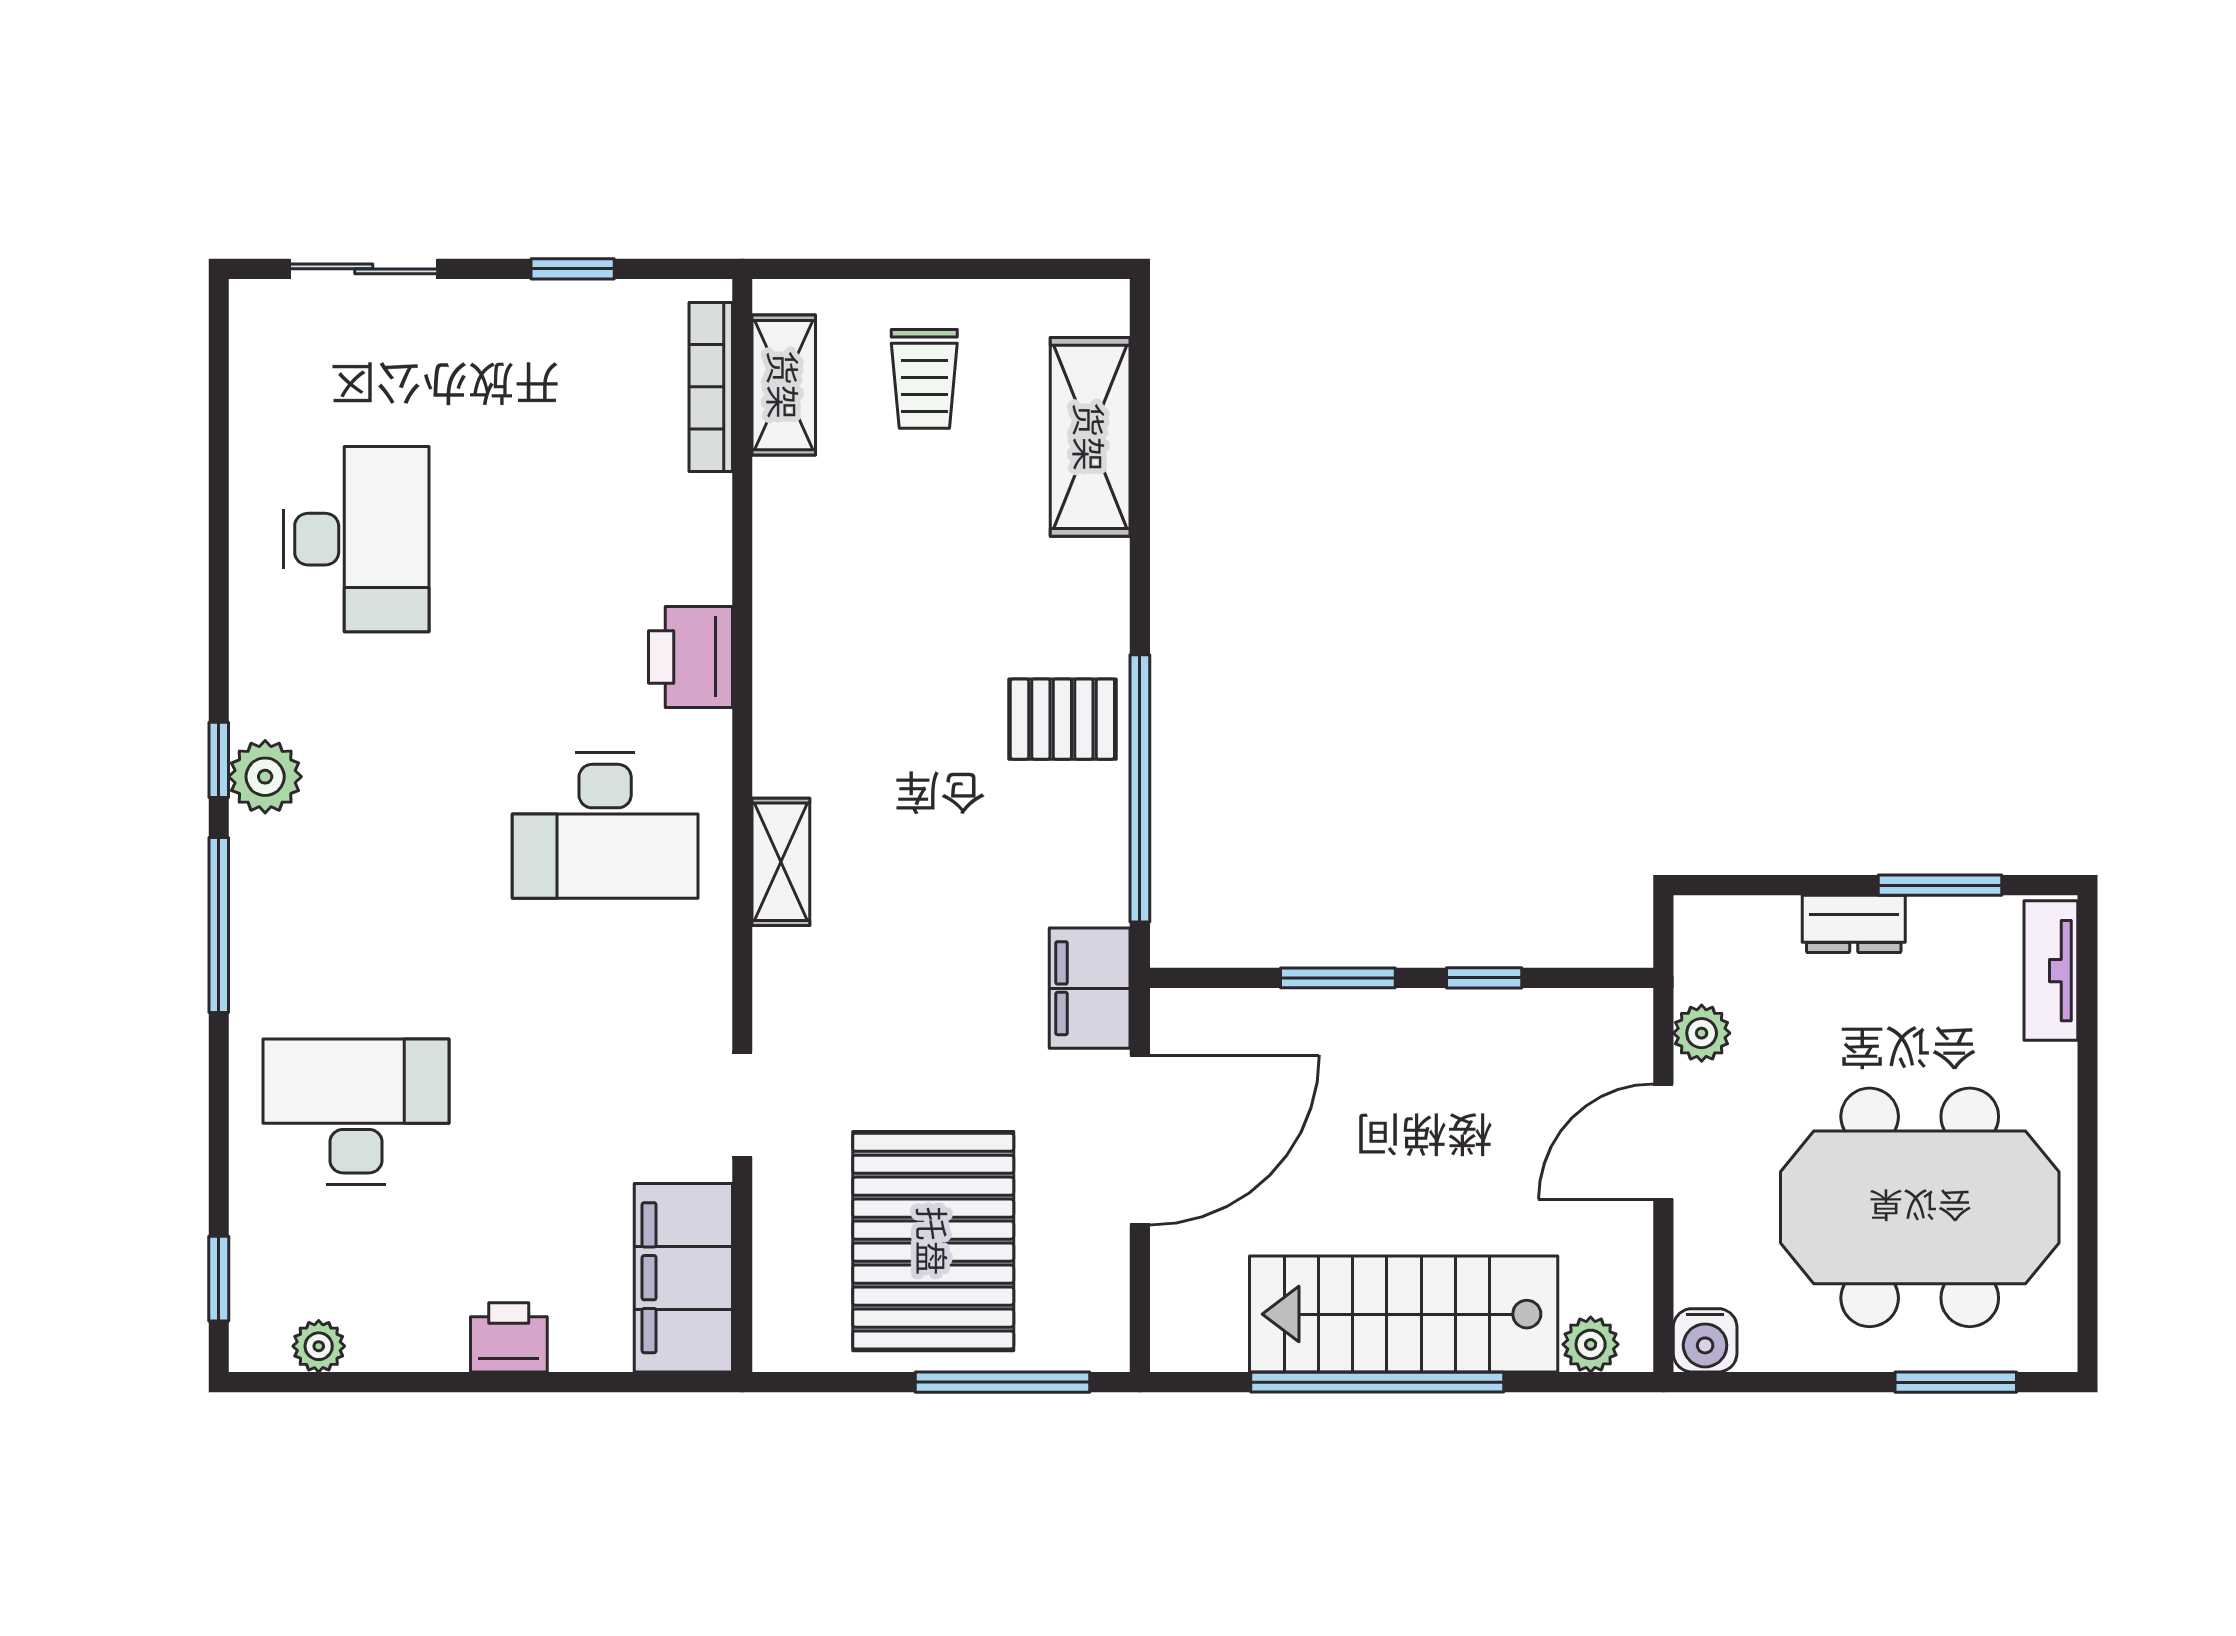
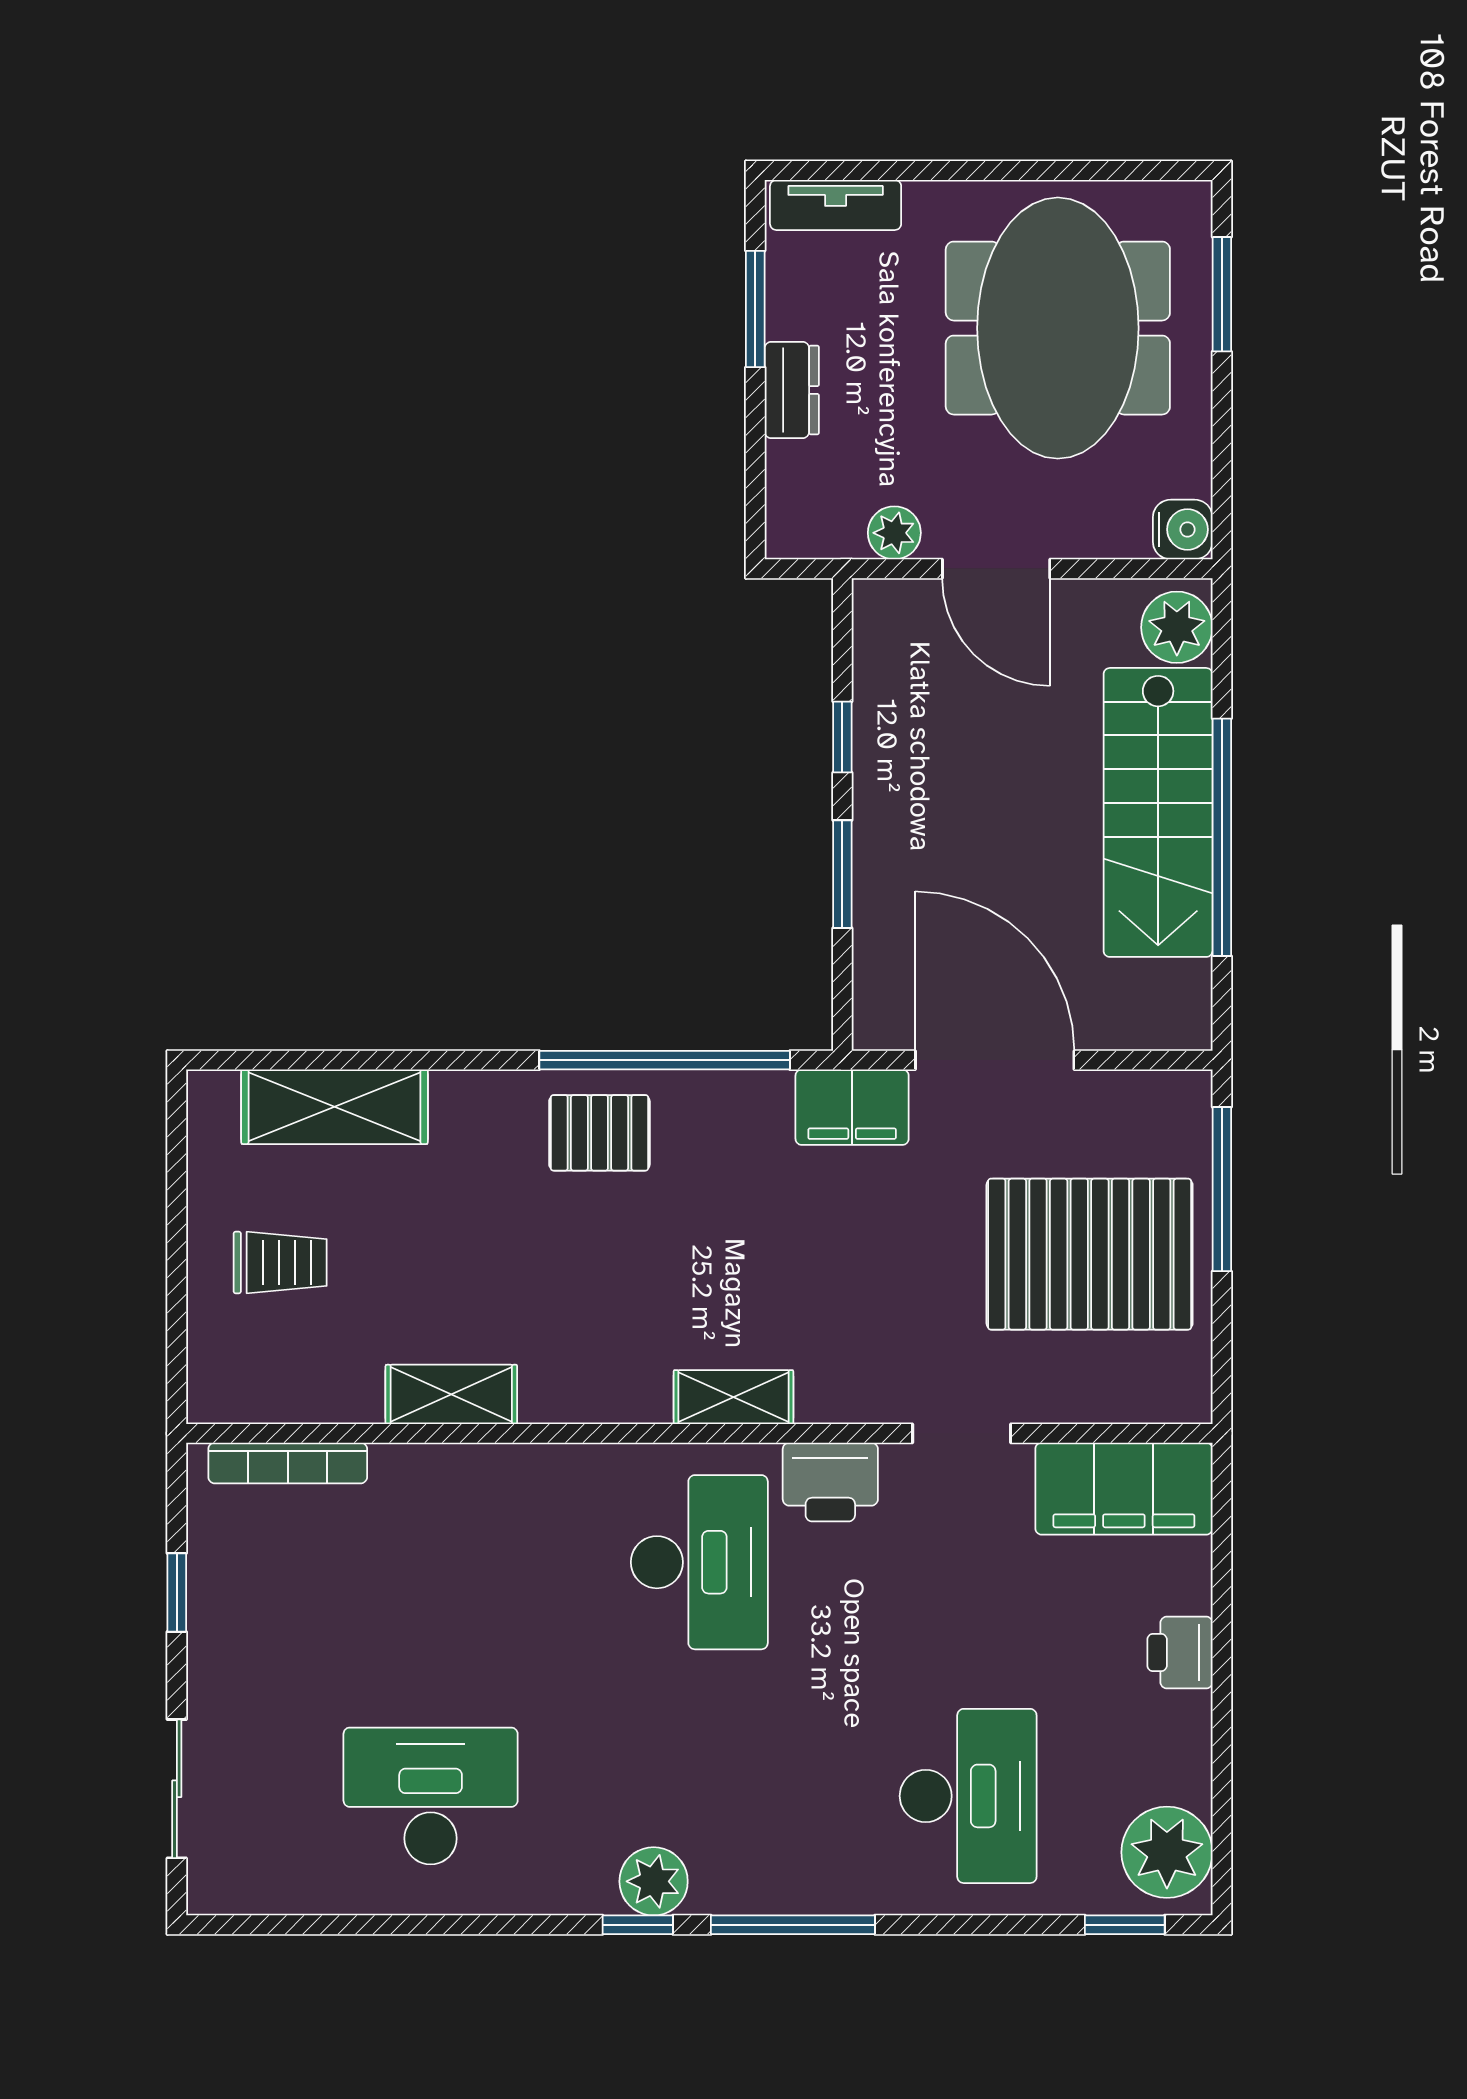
shelving: (784, 385) -> (451, 1394), moved
printer: (690, 657) -> (830, 1482), moved
pallet: (1062, 719) -> (599, 1133), turned 90
desk: (356, 1112) -> (968, 1796), turned 180
plant: (1591, 1344) -> (1177, 627), width x1.38, depth x1.38
plant: (319, 1346) -> (1167, 1852), width x1.88, depth x1.88

